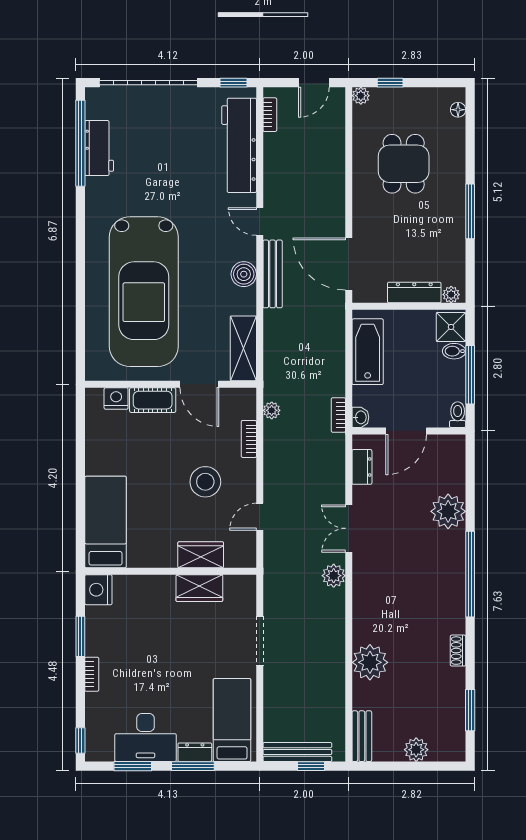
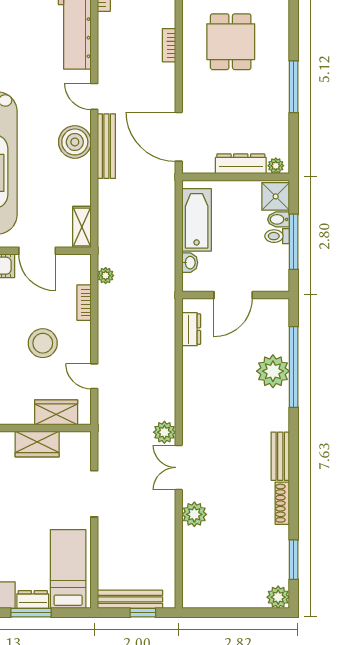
boiler: (244, 274) -> (75, 142), width x1.37, depth x1.37
shelving: (243, 348) -> (82, 227), width x0.67, depth x0.75
bookcase: (338, 415) -> (169, 45), moved
toilet: (458, 415) -> (277, 236), moved, turned -90
washbasin: (360, 417) -> (190, 263), moved
door: (260, 517) -> (94, 376), hinge flipped
double door: (349, 528) -> (179, 467), moved
wardrobe: (201, 555) -> (56, 412), moved
window: (470, 574) -> (294, 367), moved
shoe rack: (458, 651) -> (282, 503), width x1.43
plant: (370, 662) -> (194, 514), width x0.73, depth x0.73
bench: (362, 736) -> (280, 456), moved
plant: (416, 750) -> (278, 597), moved

